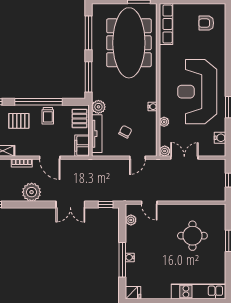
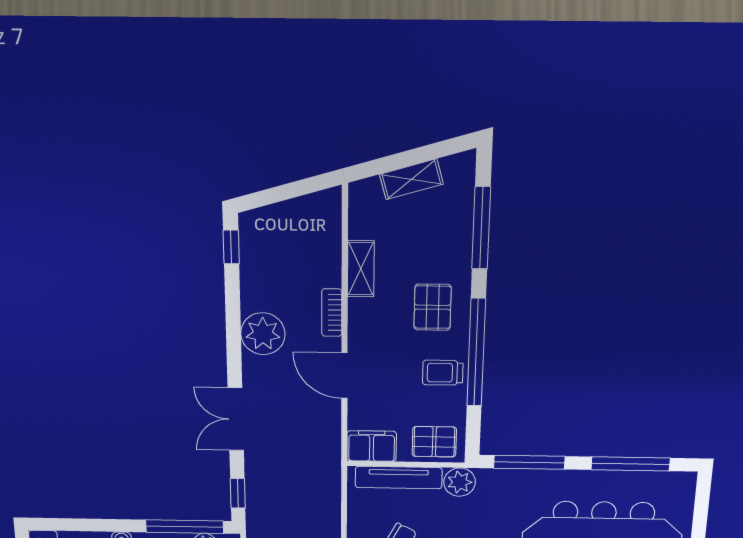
door: (50, 158) -> (344, 376), hinge flipped
window: (122, 260) -> (185, 527), moved

